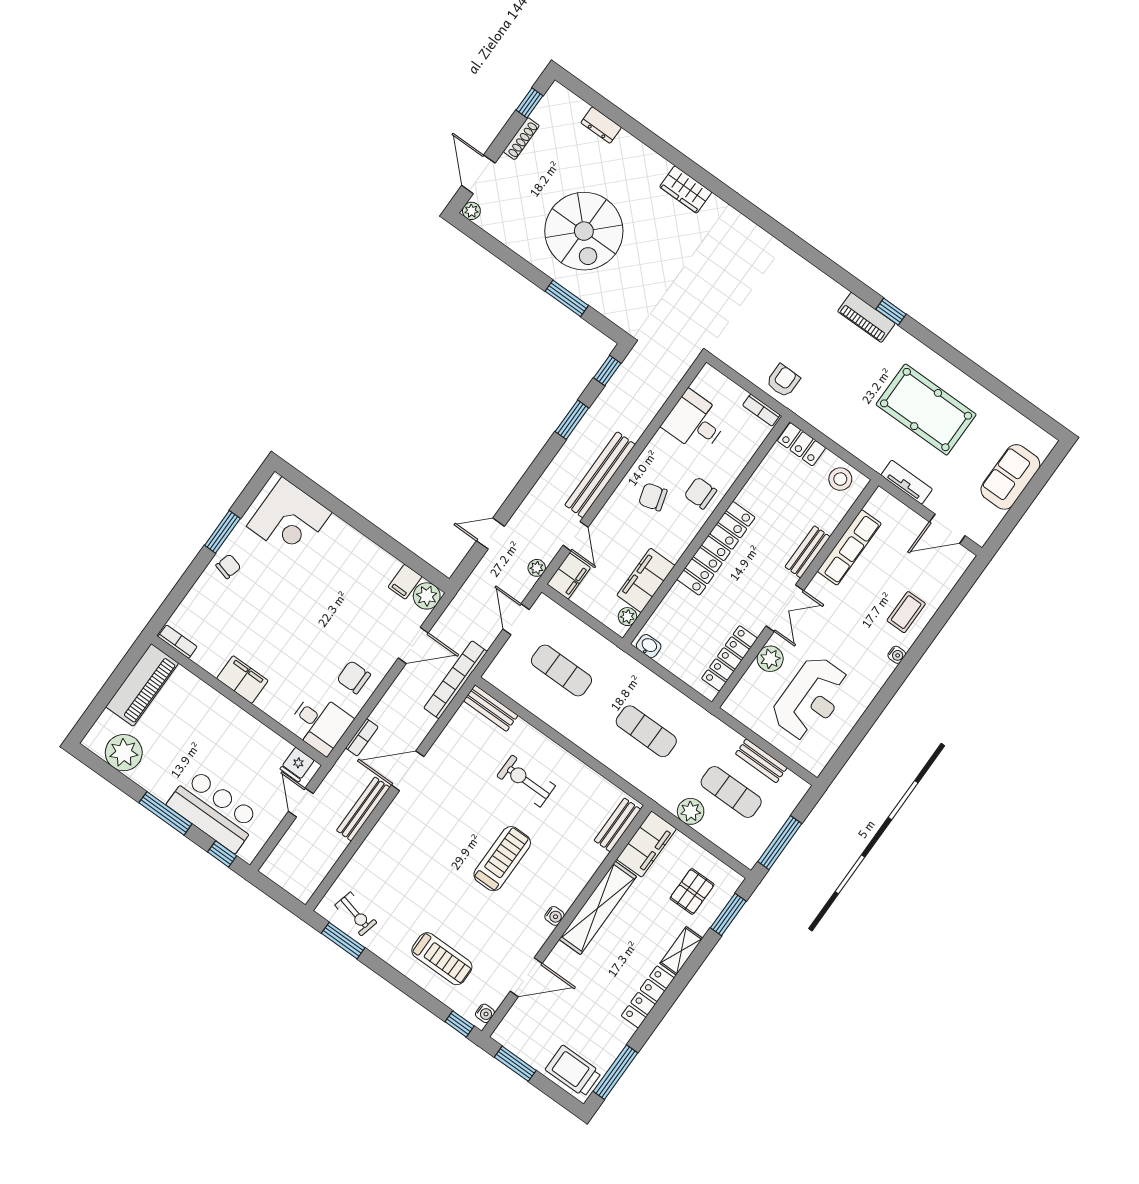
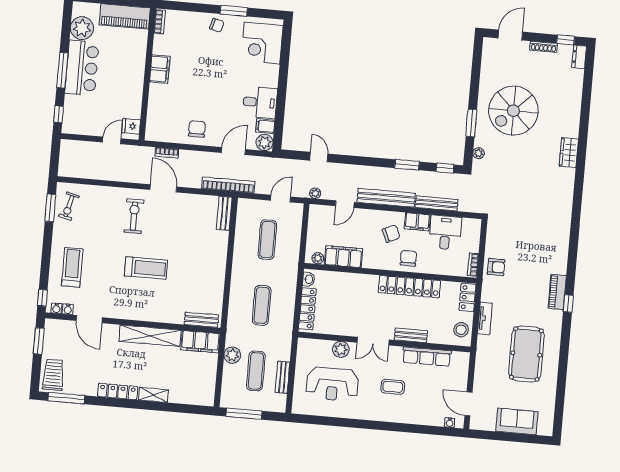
dresser: (601, 125) -> (579, 57), moved
plant: (471, 211) -> (479, 153), moved
tv unit: (907, 482) -> (485, 318), moved
chair: (653, 497) -> (391, 234), turned 82
locker: (716, 548) -> (409, 287), moved
filing cabinet: (569, 576) -> (417, 222), moved
coffee table: (906, 612) -> (393, 387), moved
door: (413, 645) -> (233, 151), swing flipped
water cooler: (897, 655) -> (450, 423), moved
locker: (730, 658) -> (307, 309), moved, turned 90
desk: (320, 723) -> (260, 102), moved, turned -90
exercise bike: (526, 781) -> (134, 216), moved
bench: (363, 809) -> (437, 203), moved
bar counter: (214, 811) -> (82, 68), moved
pallet: (692, 891) -> (189, 382), removed
window: (728, 915) -> (188, 409), removed
water cooler: (554, 916) -> (68, 309), moved
treadmill: (442, 959) -> (72, 267), turned 180

